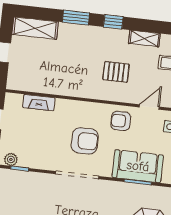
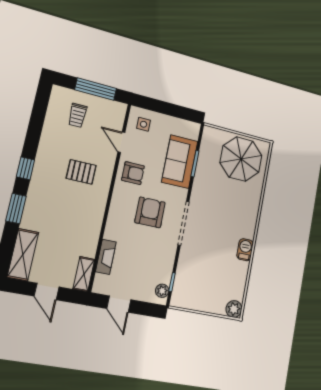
shelving: (144, 38) -> (84, 274), moved
pallet: (116, 72) -> (81, 172), turned 90
armchair: (121, 121) -> (133, 173), turned -90

